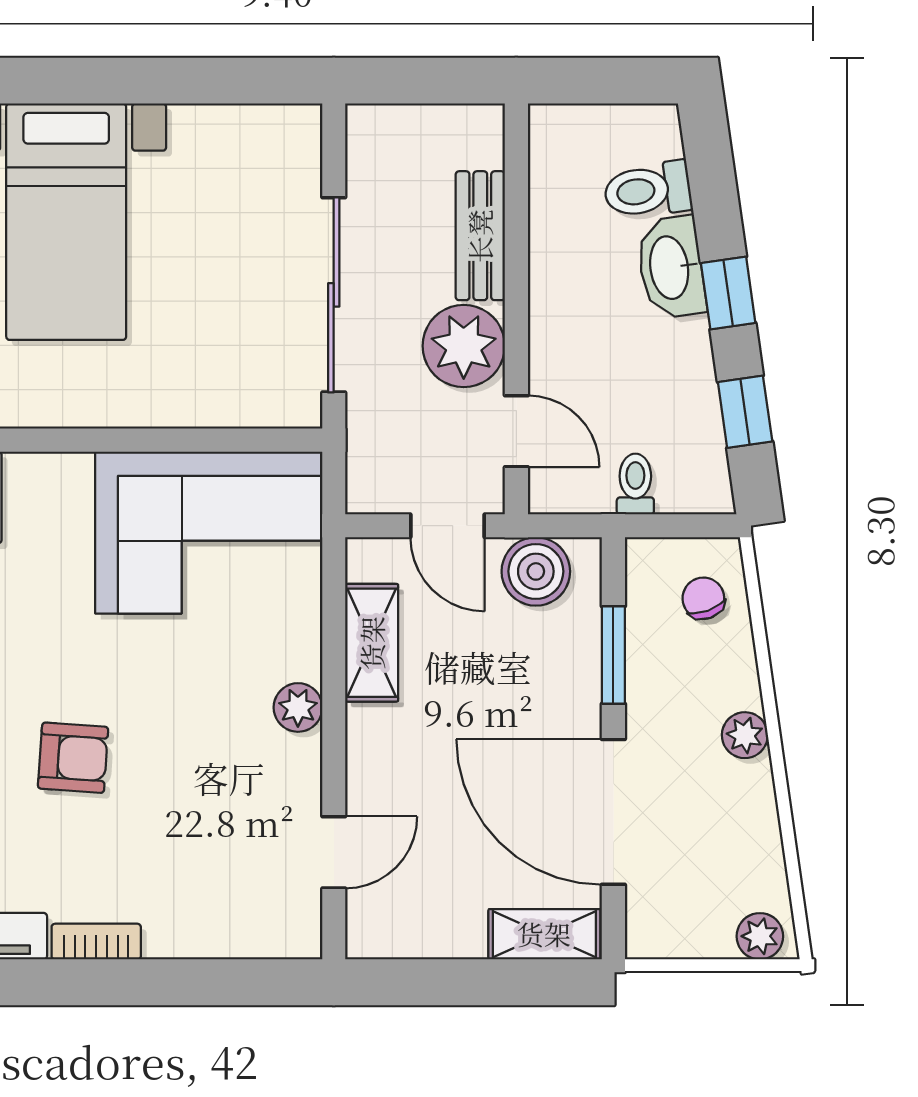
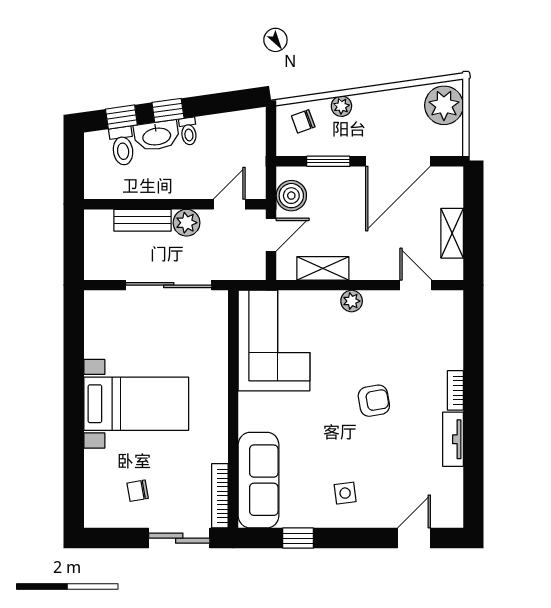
plant: (464, 346) -> (187, 223), width x0.73, depth x0.73
window: (745, 412) -> (121, 117), moved
toilet: (635, 484) -> (188, 131), moved, turned -98
plant: (745, 735) -> (341, 106), moved
armchair: (73, 758) -> (374, 401), turned 76
shelving: (544, 934) -> (452, 233), moved
plant: (760, 936) -> (444, 105), width x1.88, depth x1.88

